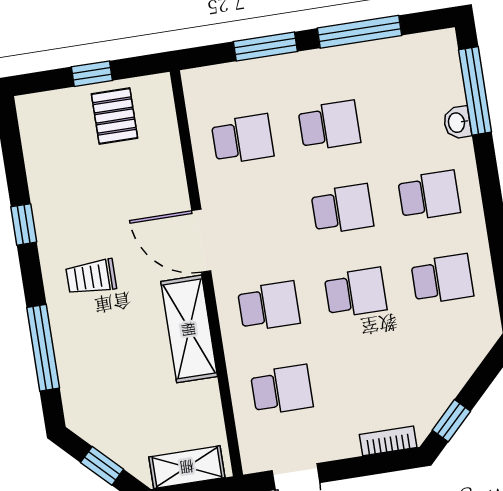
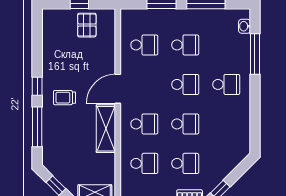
window: (475, 91) -> (255, 54), moved
washbasin: (457, 123) -> (244, 26), moved
window: (24, 224) -> (37, 86), moved
door: (201, 241) -> (118, 89), hinge flipped
school desk: (442, 279) -> (185, 163), moved

